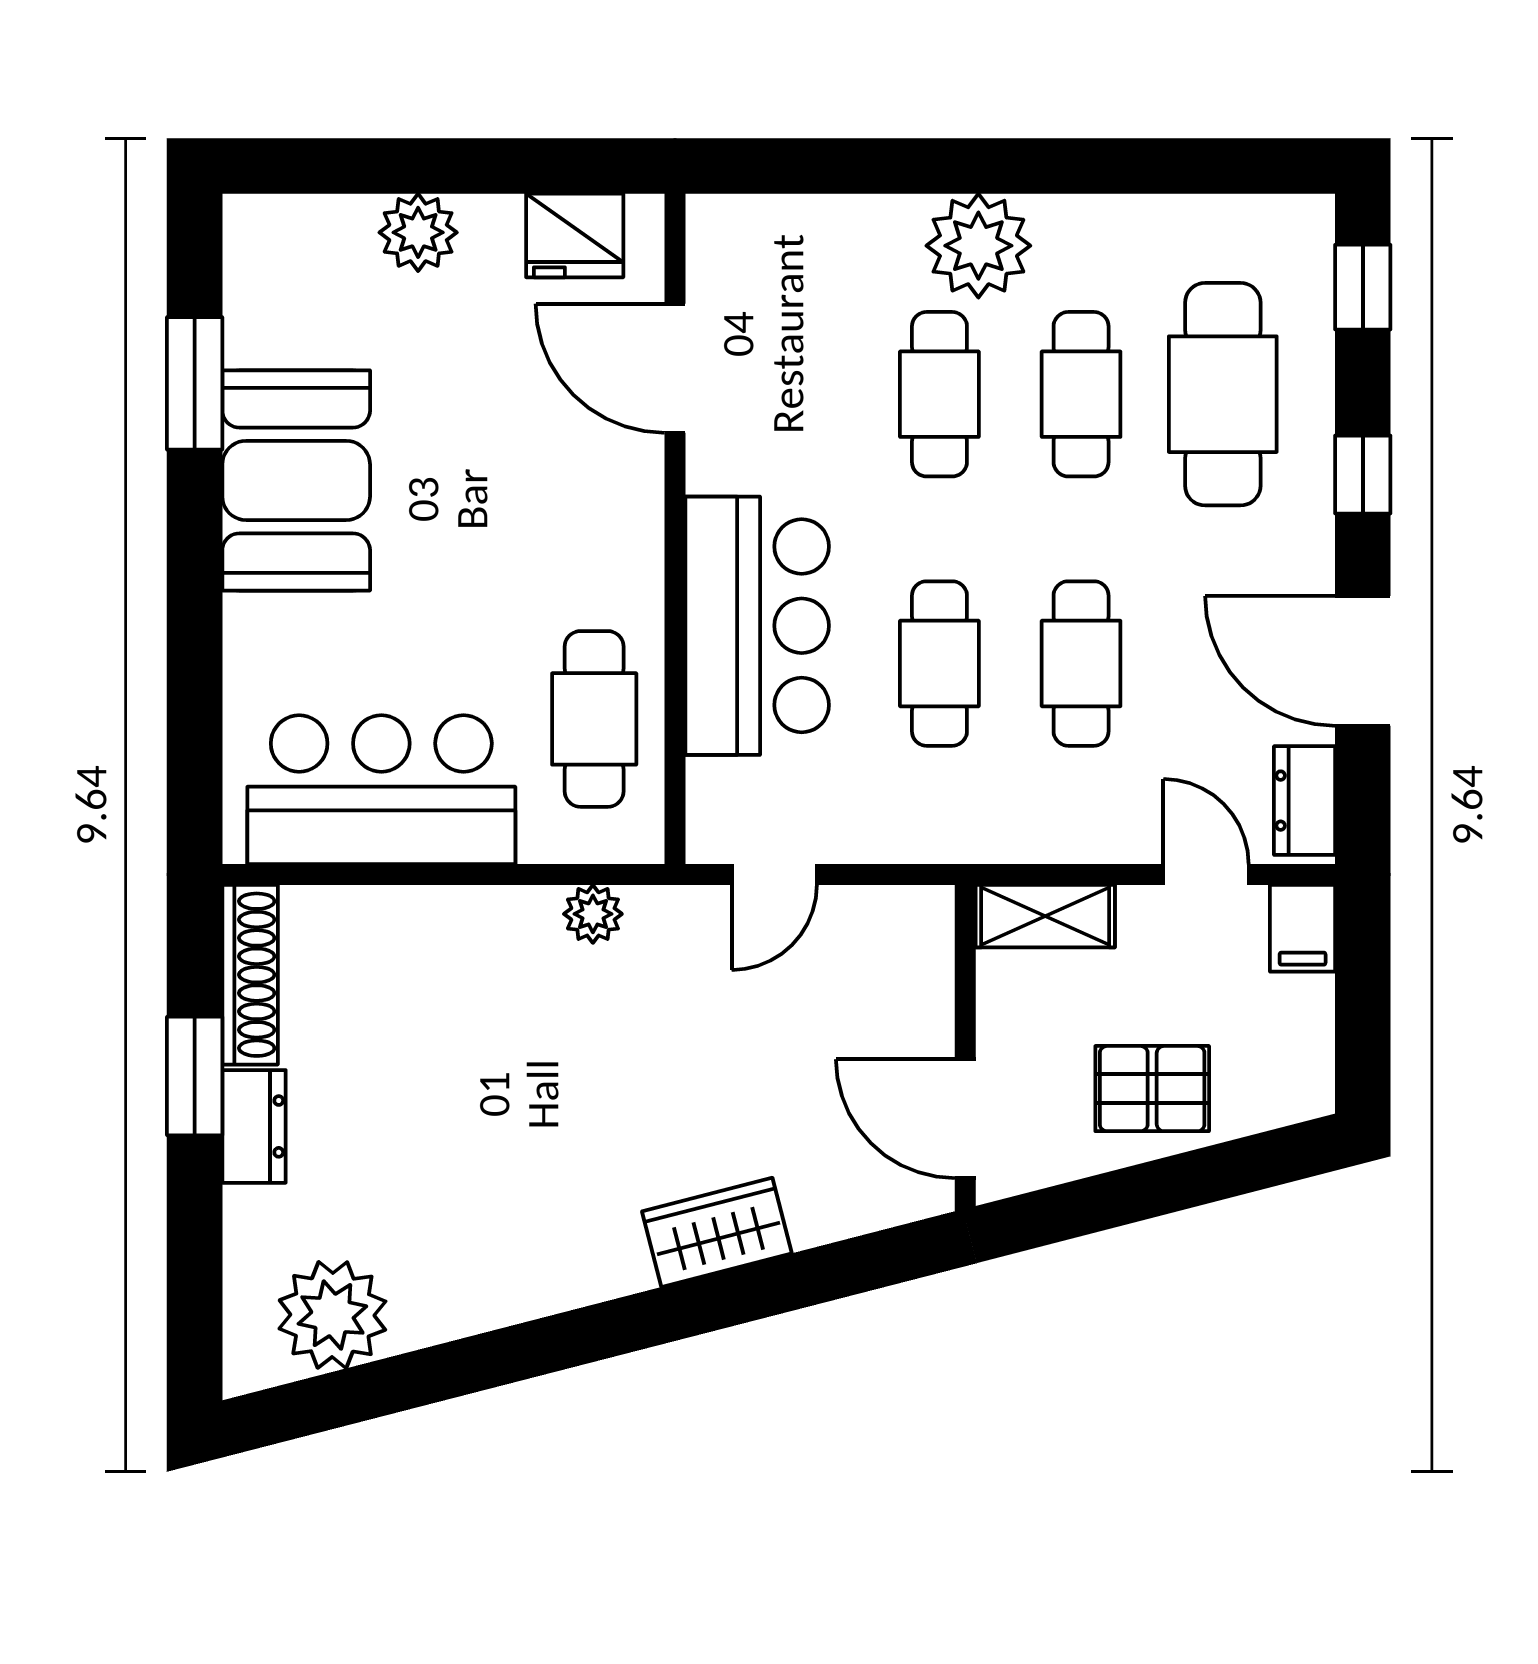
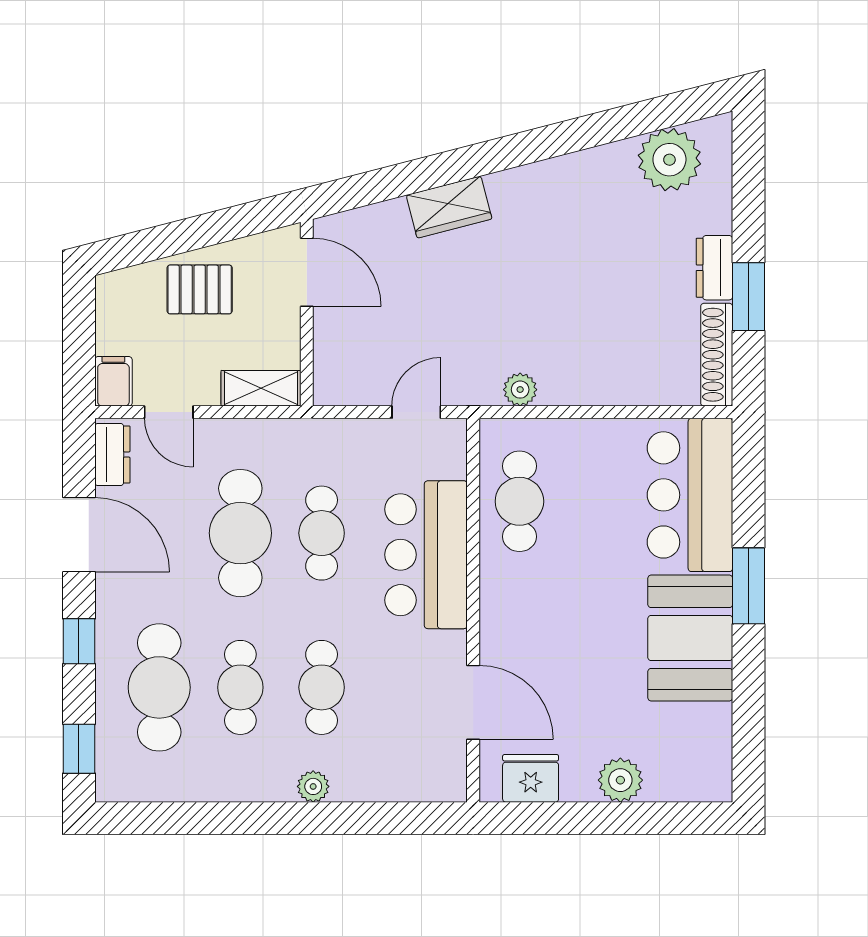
plant: (978, 246) -> (313, 786), width x0.53, depth x0.53
window: (195, 383) -> (748, 586), moved
cafe table: (1081, 664) -> (240, 533), width x1.37, depth x1.35
bar counter: (381, 790) -> (690, 495), moved, turned 90

